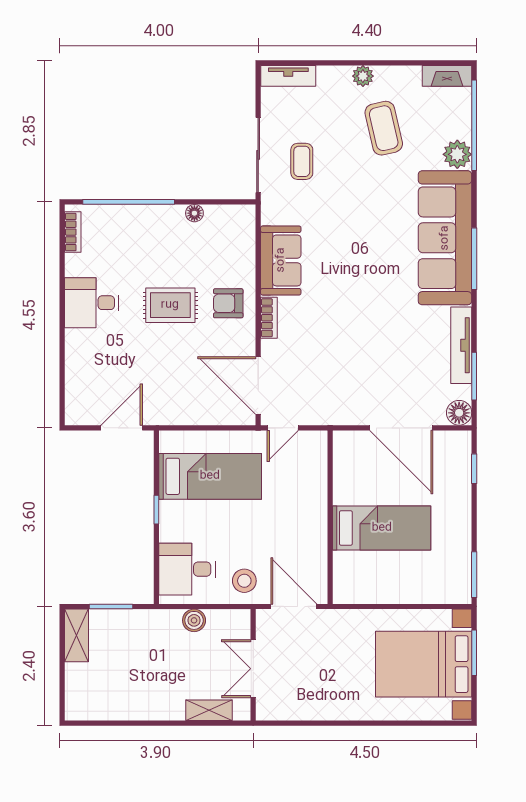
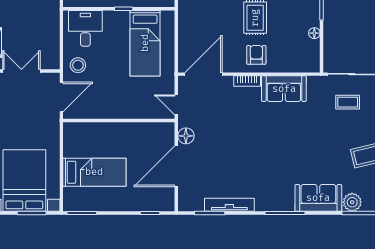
sofa: (445, 238) -> (318, 198), width x0.54, depth x0.79
floor lamp: (459, 413) -> (186, 136), moved
door: (283, 428) -> (176, 105), moved
bed: (382, 528) -> (94, 172), moved, turned -90
boiler: (194, 620) -> (52, 33), removed

